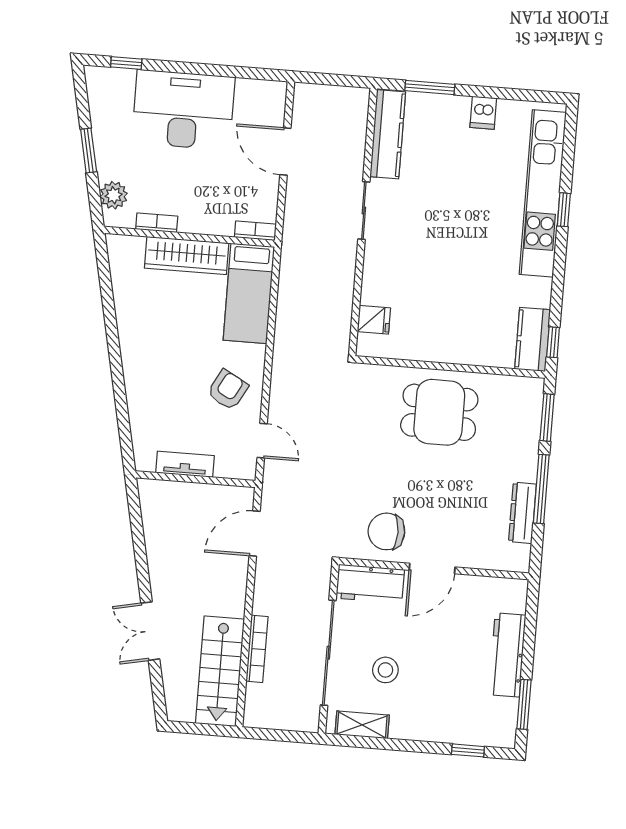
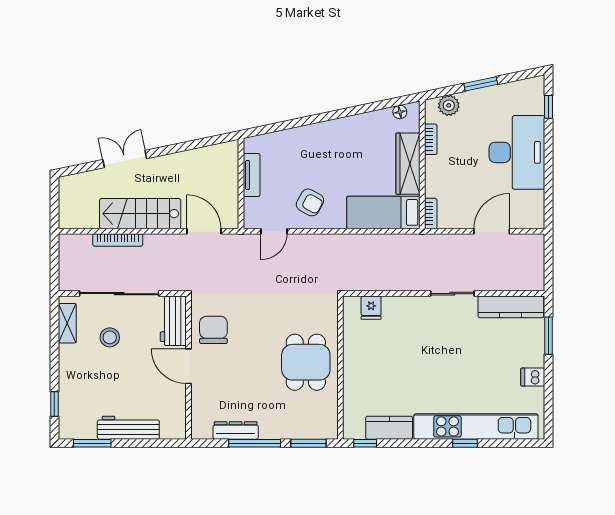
floor lamp: (117, 261) -> (400, 112), added
kitchen counter: (533, 339) -> (389, 428), moved
stairs: (220, 671) -> (140, 214), moved

